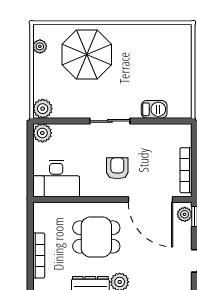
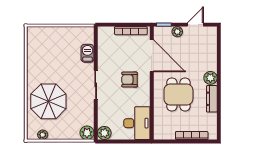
door: (150, 199) -> (152, 56), hinge flipped
plant: (185, 214) -> (177, 32), moved

